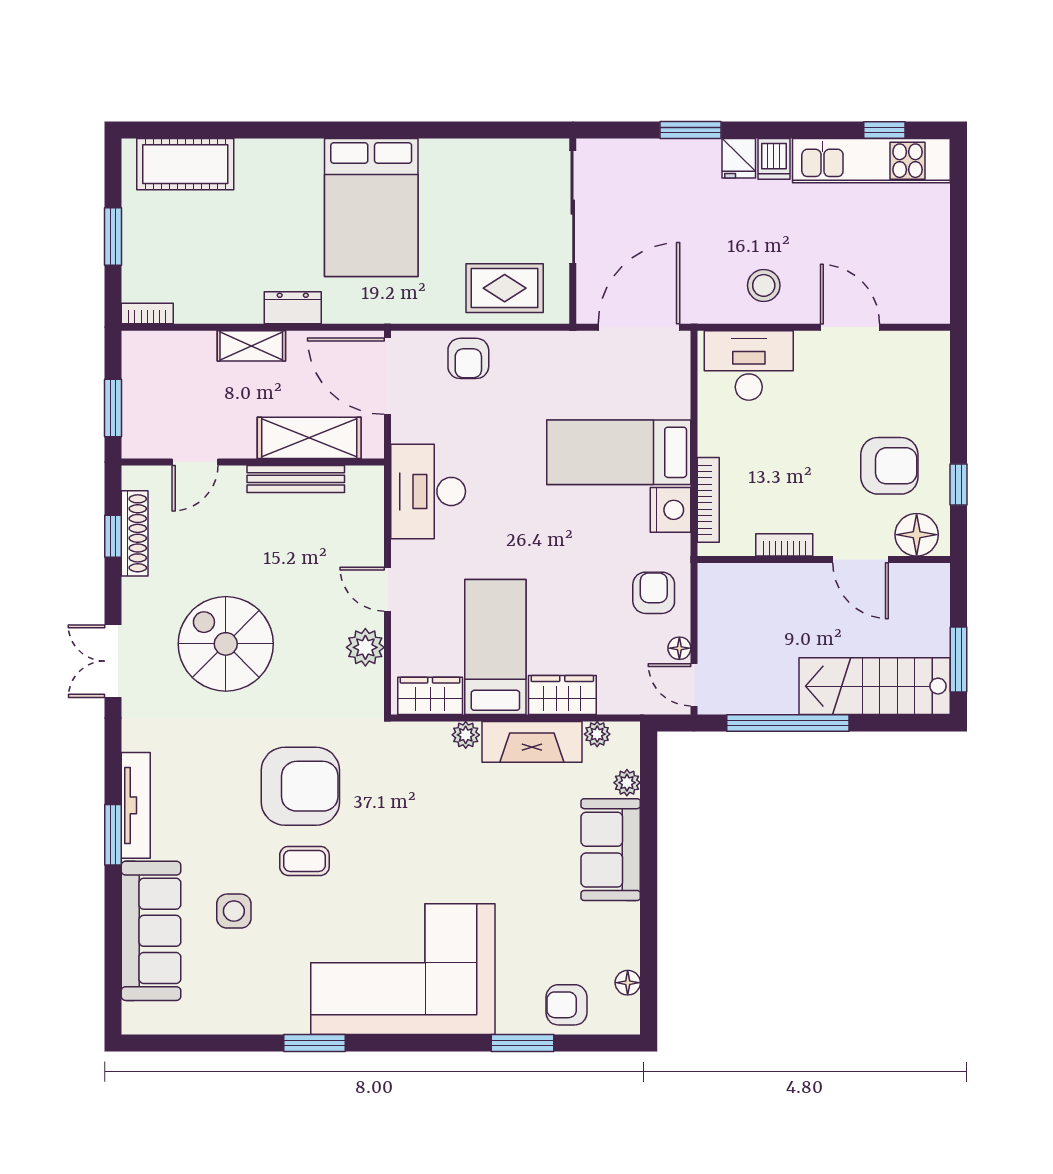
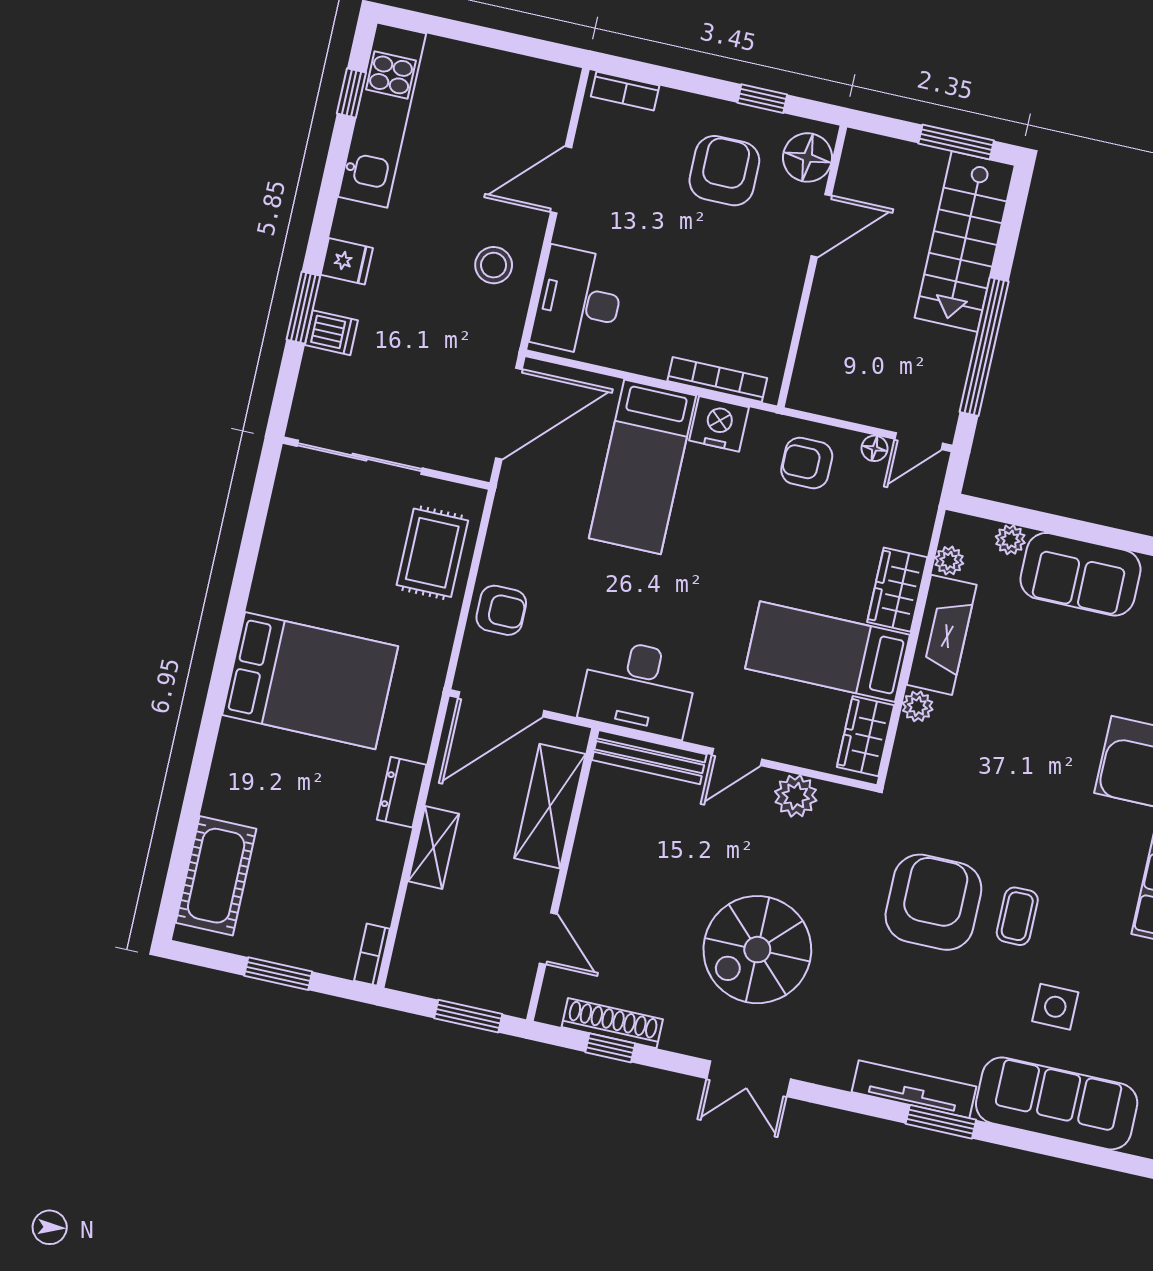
dishwasher: (774, 159) -> (331, 333), moved
door: (639, 327) -> (509, 414), swing flipped
bench: (296, 479) -> (649, 757), moved, turned 90
bookcase: (784, 545) -> (625, 91), moved, turned -90

